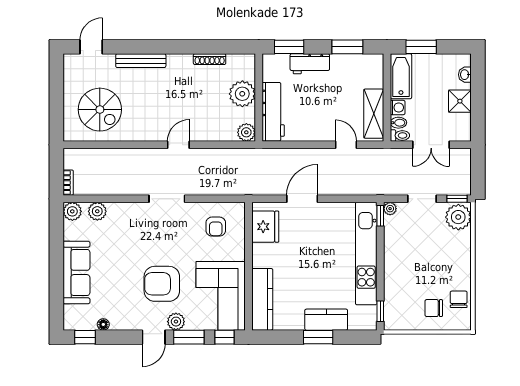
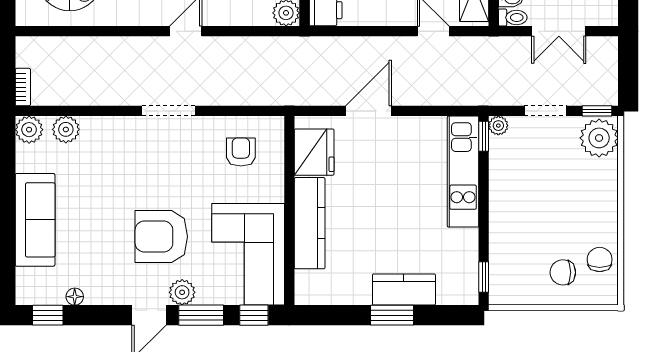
armchair: (216, 227) -> (241, 152), turned 180
kitchen unit: (366, 253) -> (463, 172), width x0.73
kitchen counter: (262, 299) -> (310, 223), moved

